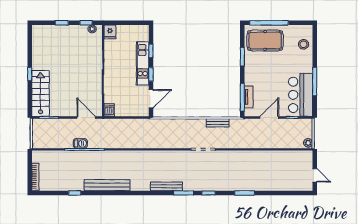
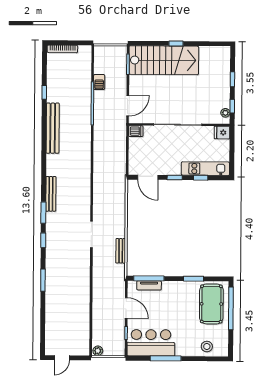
kitchen unit: (143, 63) -> (205, 169), moved
stairs: (41, 93) -> (164, 60), width x1.36, depth x1.51
barbecue: (80, 143) -> (99, 82), moved

